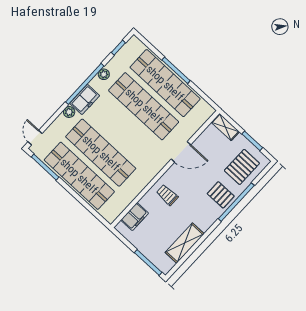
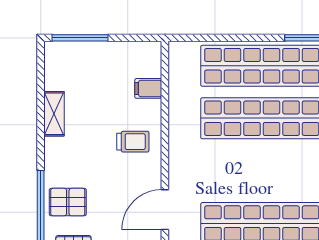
filing cabinet: (135, 217) -> (148, 88), width x0.50
shelving: (185, 243) -> (54, 114), width x0.67, depth x0.75

